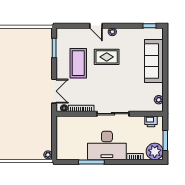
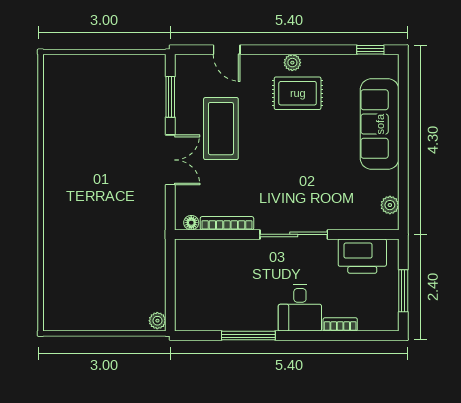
door: (96, 26) -> (227, 50), moved
rug: (107, 57) -> (298, 93), moved
double door: (54, 91) -> (170, 160), moved
printer: (151, 121) -> (362, 256), width x1.87, depth x1.48
desk: (107, 145) -> (300, 308), width x0.53, depth x0.77
plant: (155, 151) -> (381, 314), removed

